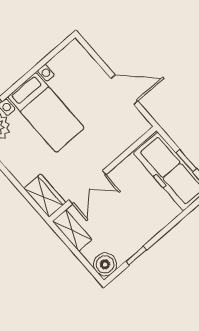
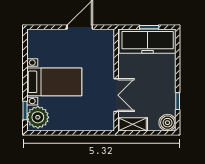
wardrobe: (45, 196) -> (100, 123), removed

